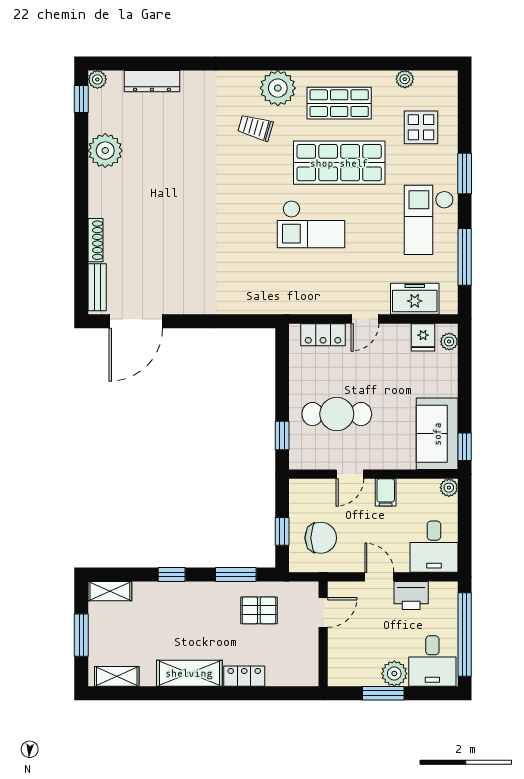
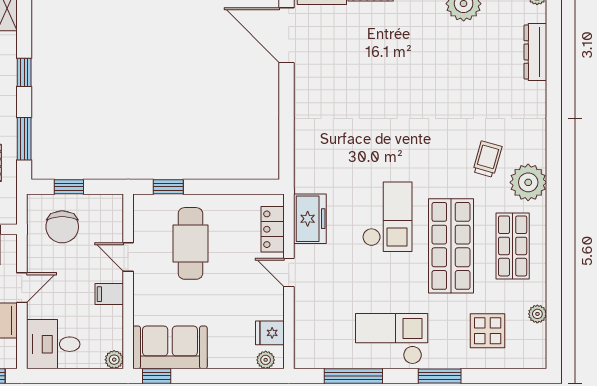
checkout: (311, 224) -> (387, 217), turned 180
freezer: (415, 299) -> (310, 219), moved

